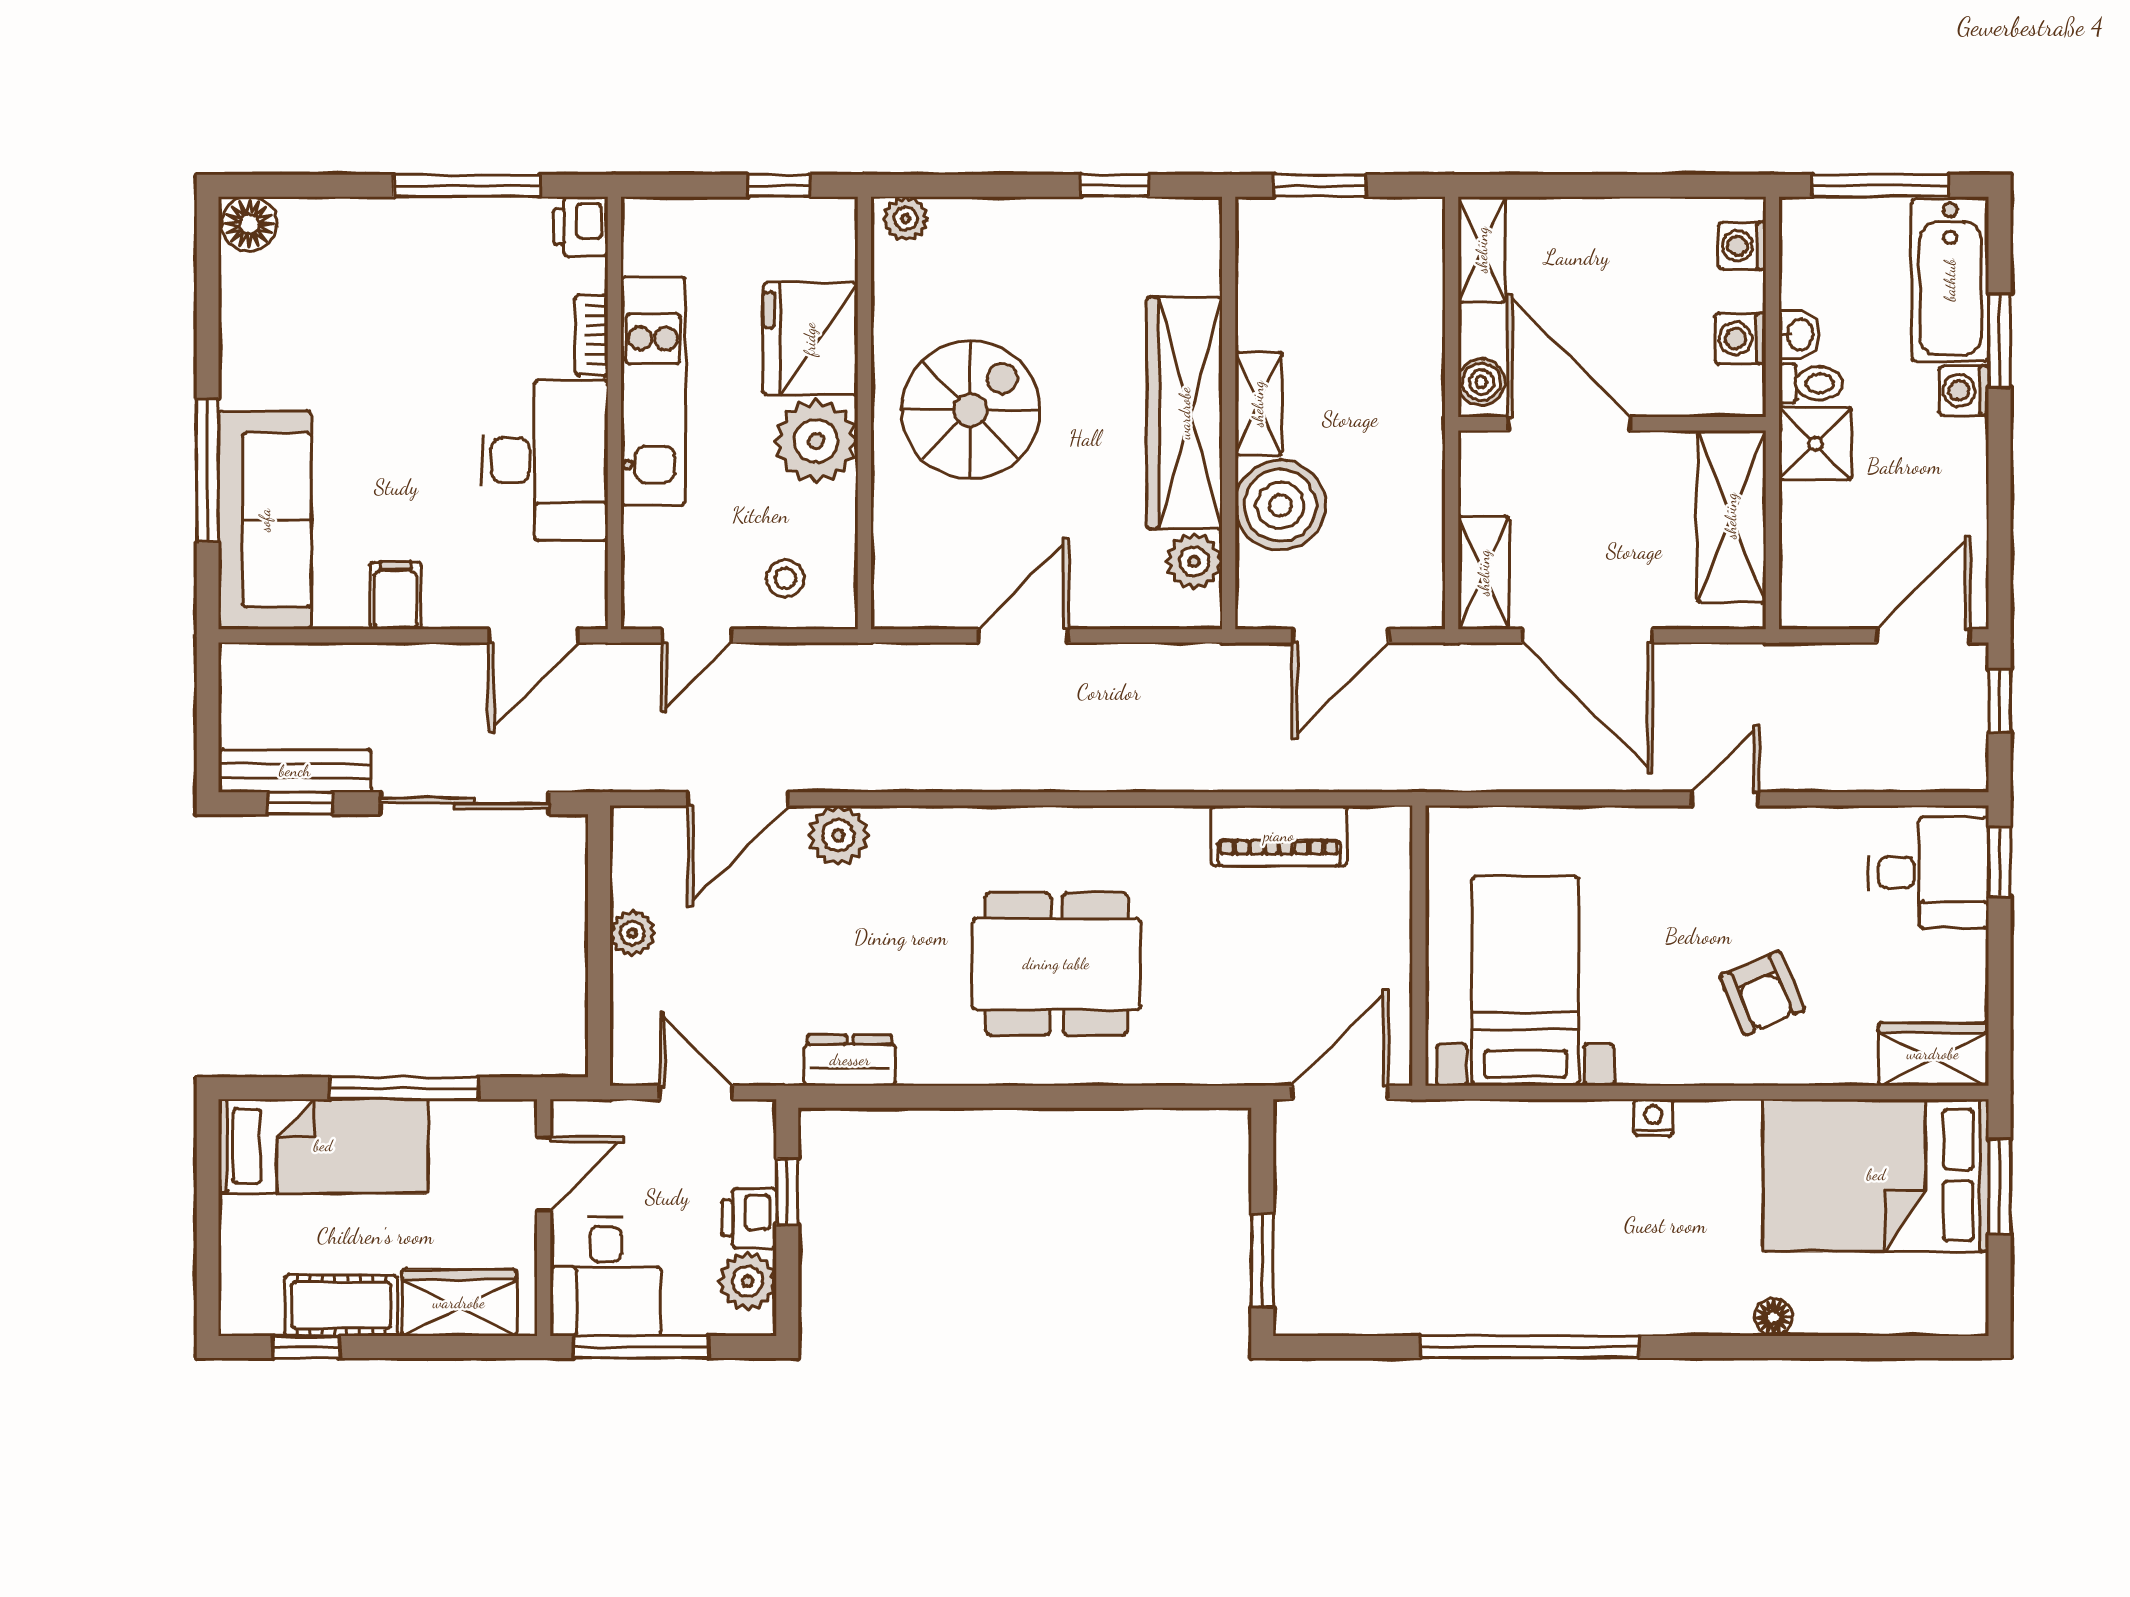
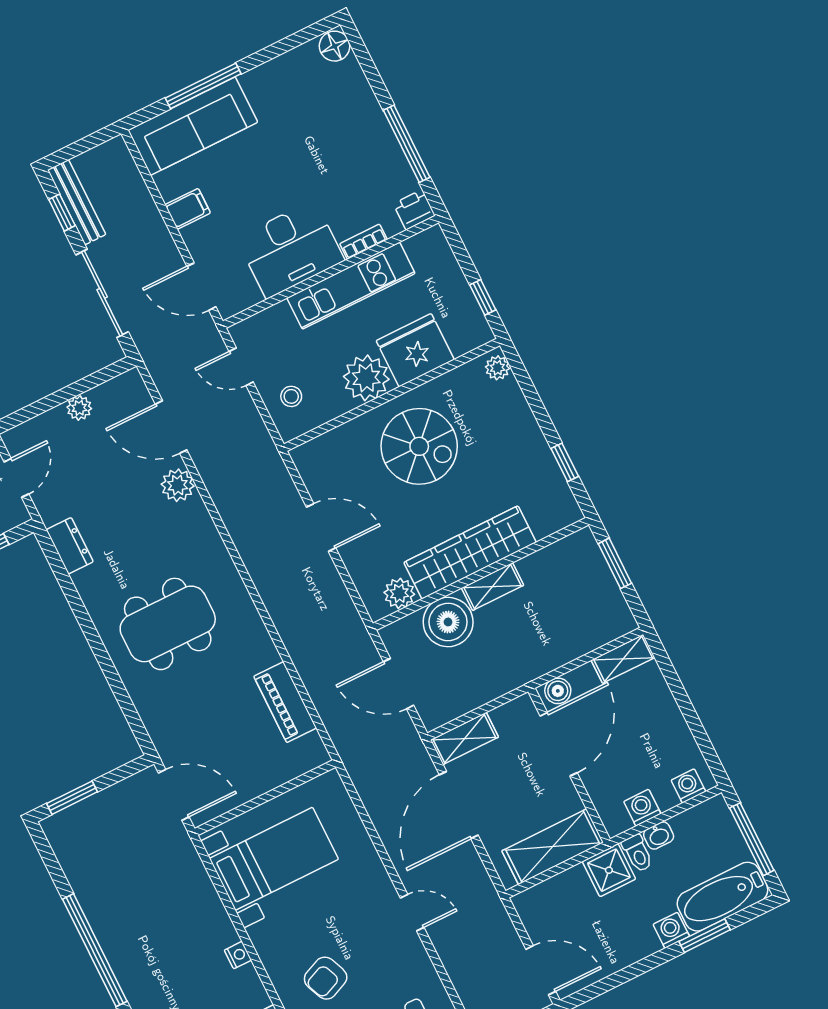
dining table: (1056, 964) -> (168, 624), turned 90

